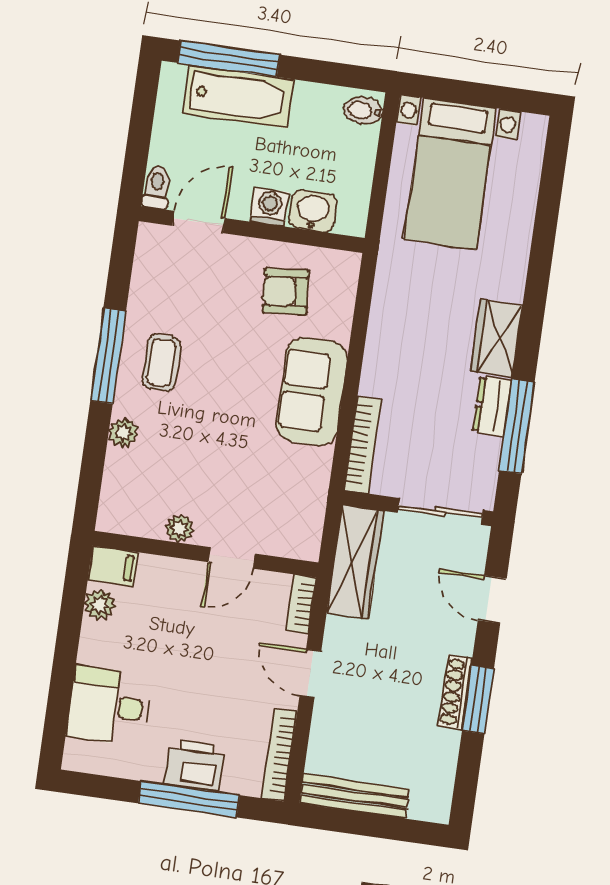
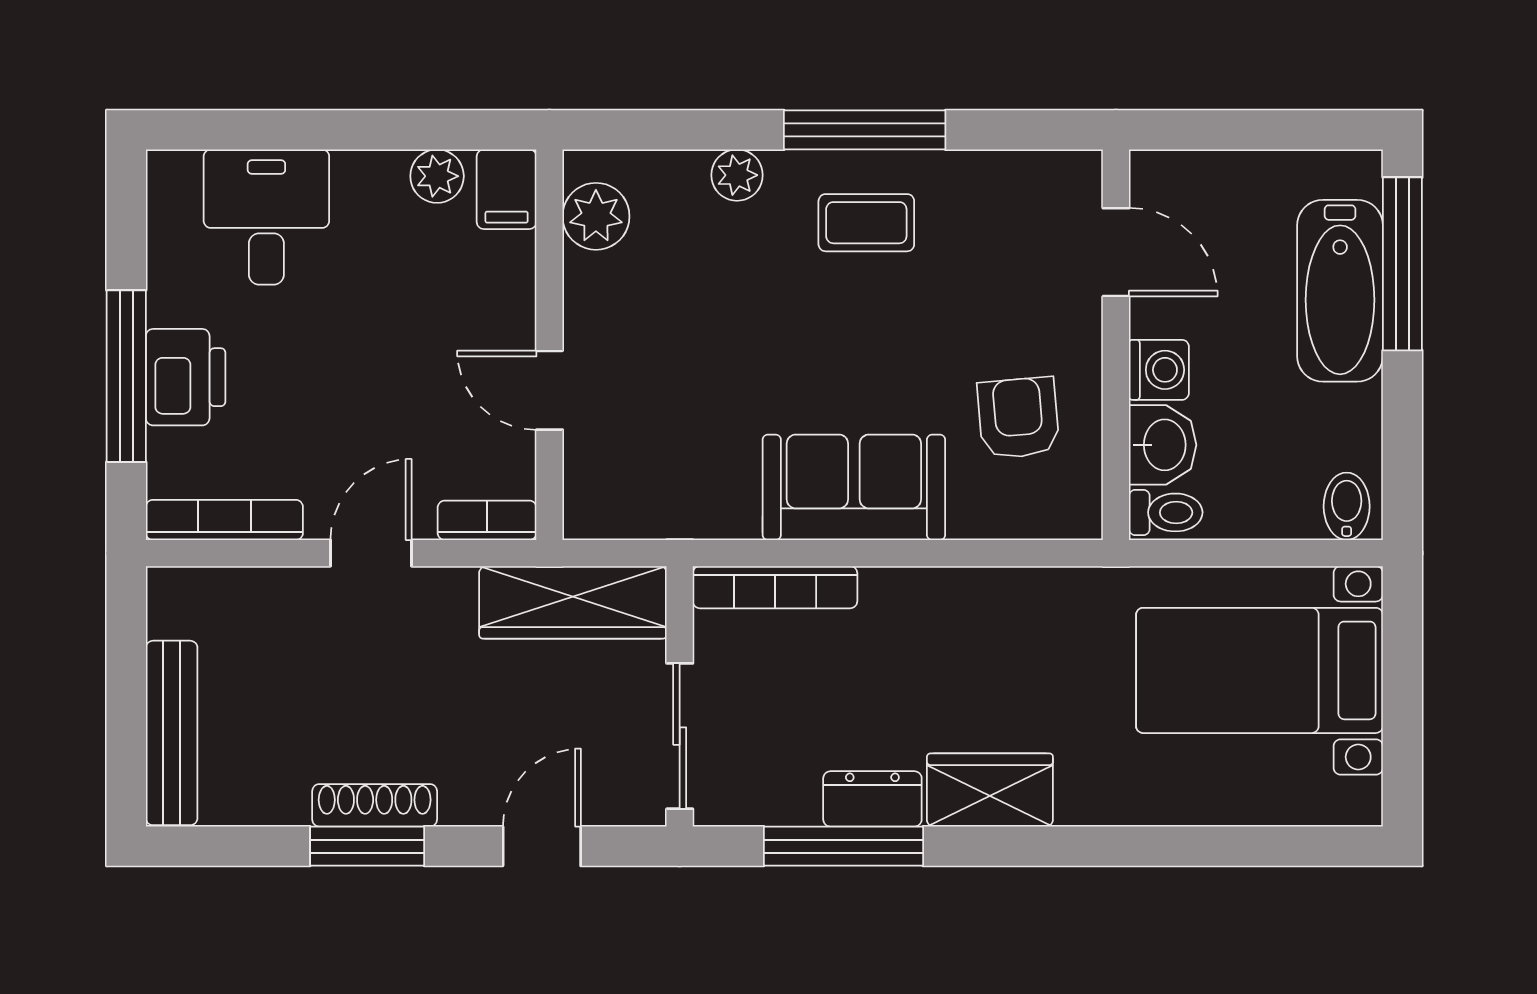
toilet: (157, 187) -> (1166, 512), moved
plant: (179, 529) -> (596, 216), moved, width x1.38, depth x1.38
bench: (354, 796) -> (172, 733), moved

